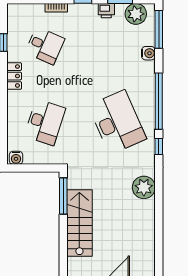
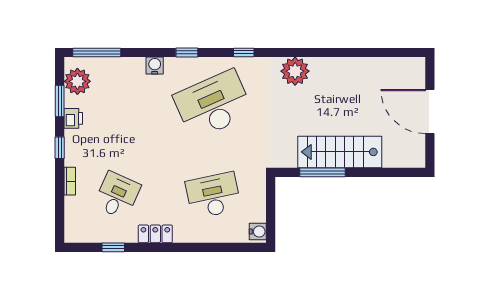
water cooler: (148, 53) -> (155, 65), moved
window: (159, 101) -> (187, 52), width x0.32
desk: (45, 122) -> (213, 195), turned -30
window: (63, 196) -> (323, 172), moved

